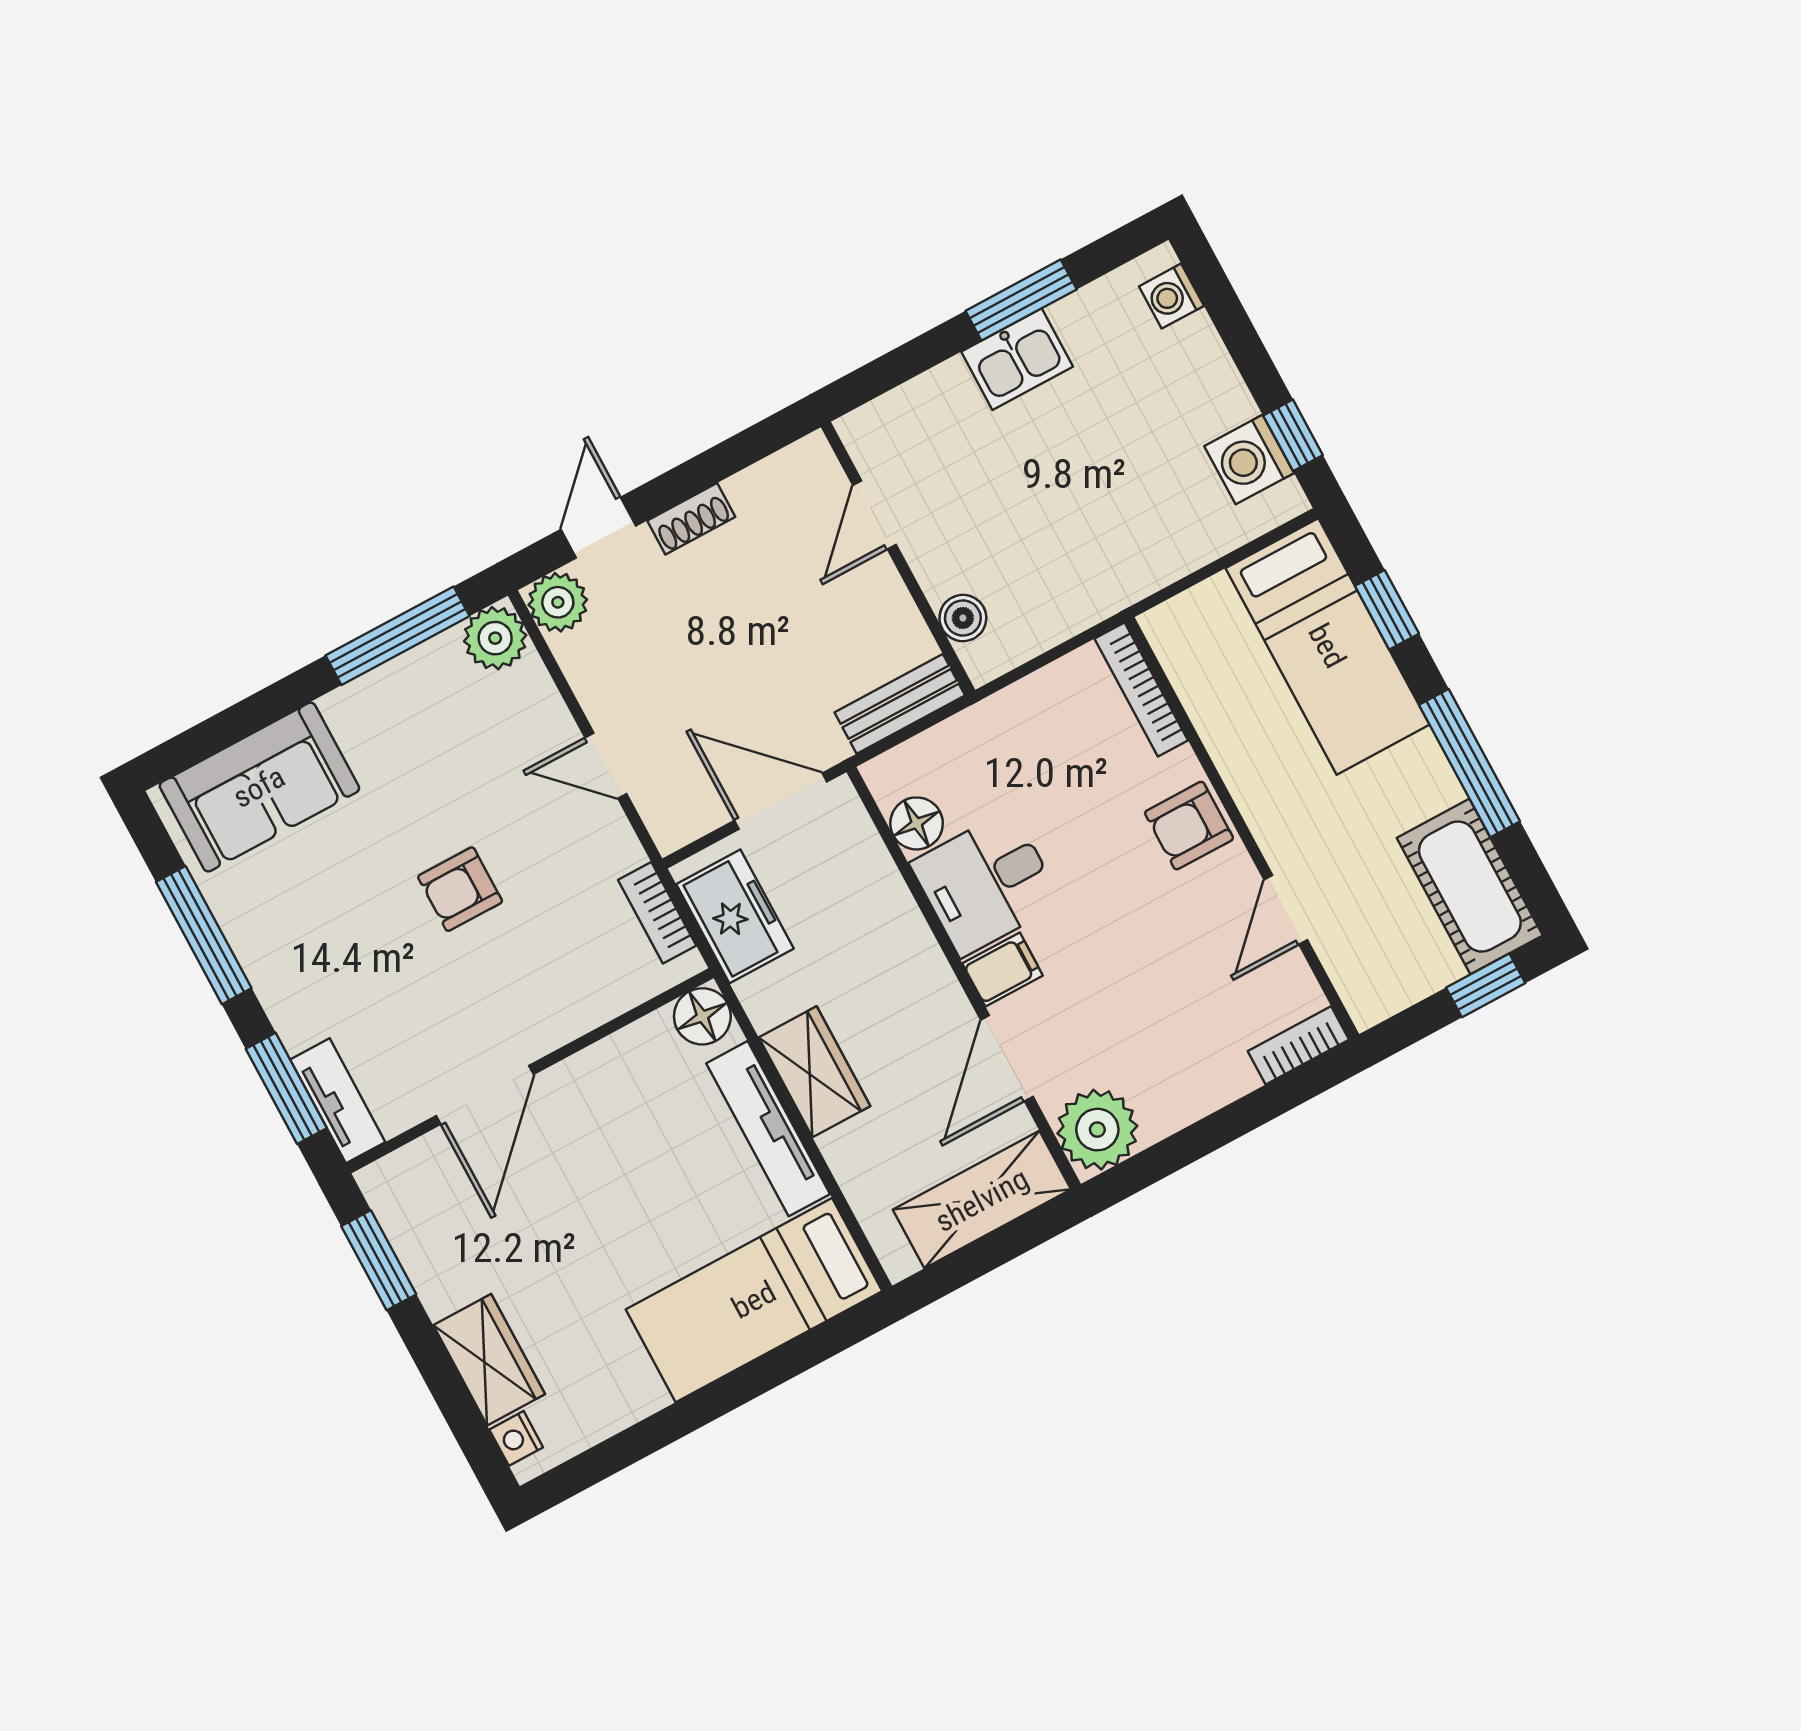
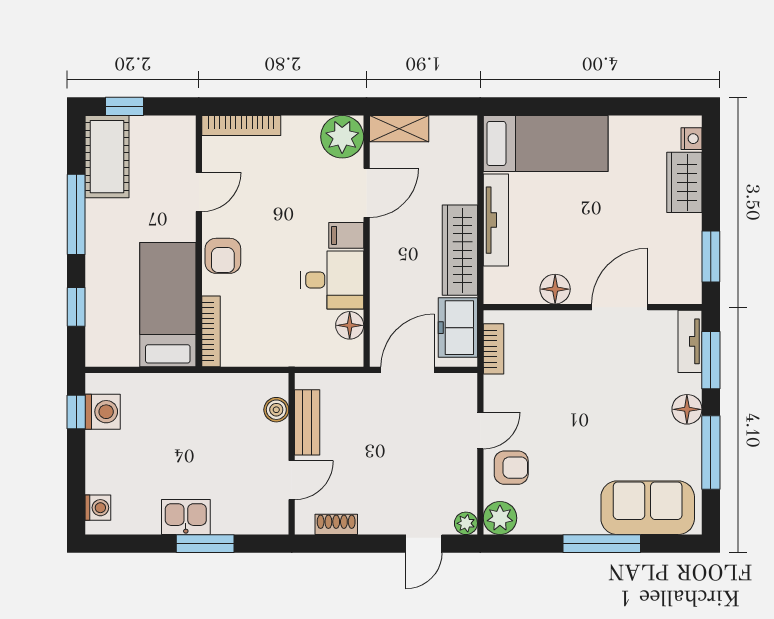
window: (1021, 300) -> (205, 544), moved
shoe rack: (691, 519) -> (336, 524), moved
plant: (558, 602) -> (466, 523), width x0.73, depth x0.73
window: (397, 636) -> (602, 544), moved
bed: (1327, 646) -> (168, 305), moved
bench: (900, 704) -> (307, 422), moved, turned 90
door: (606, 766) -> (480, 431), hinge flipped
door: (781, 801) -> (408, 370), swing flipped
armchair: (1189, 826) -> (223, 256), turned 90
armchair: (460, 889) -> (511, 468), moved
floor lamp: (282, 986) -> (687, 409), added
floor lamp: (702, 1016) -> (555, 289), moved
bookcase: (1298, 1045) -> (241, 126), width x1.56
wardrobe: (814, 1072) -> (460, 250), width x1.50
shelving: (982, 1200) -> (399, 129), width x0.67, depth x0.75

